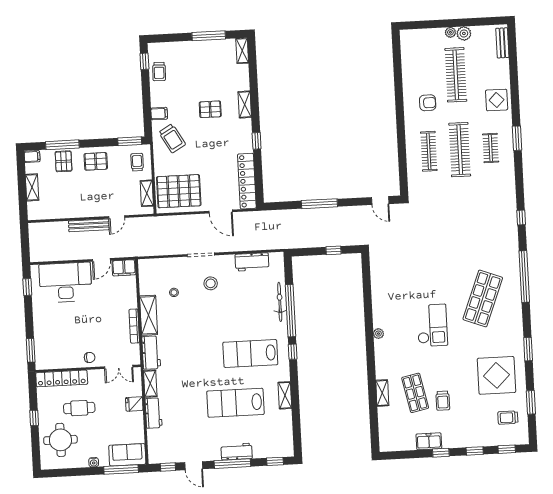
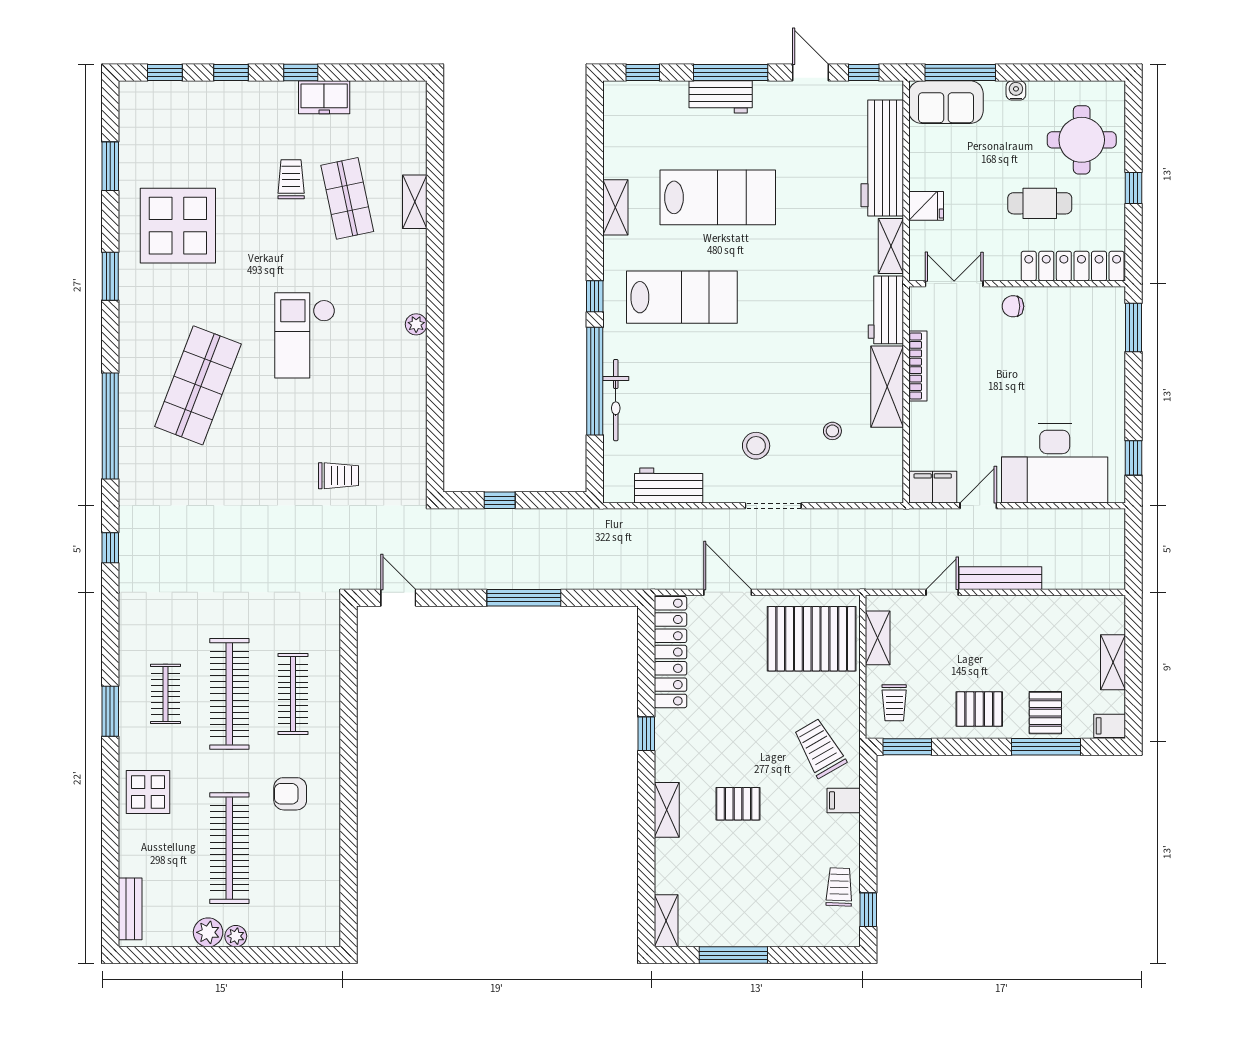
workbench: (154, 413) -> (882, 158), width x1.88, depth x1.32
trolley: (508, 418) -> (339, 476), moved

